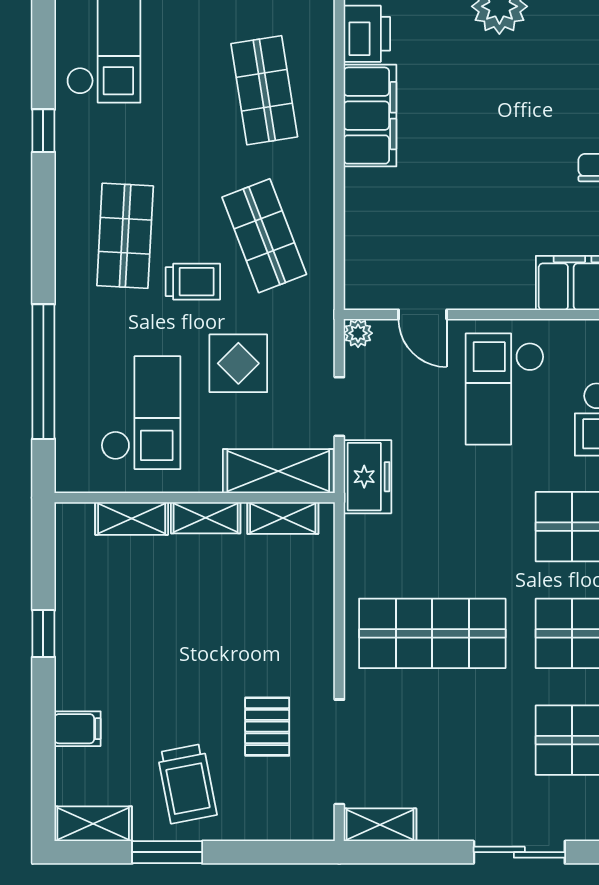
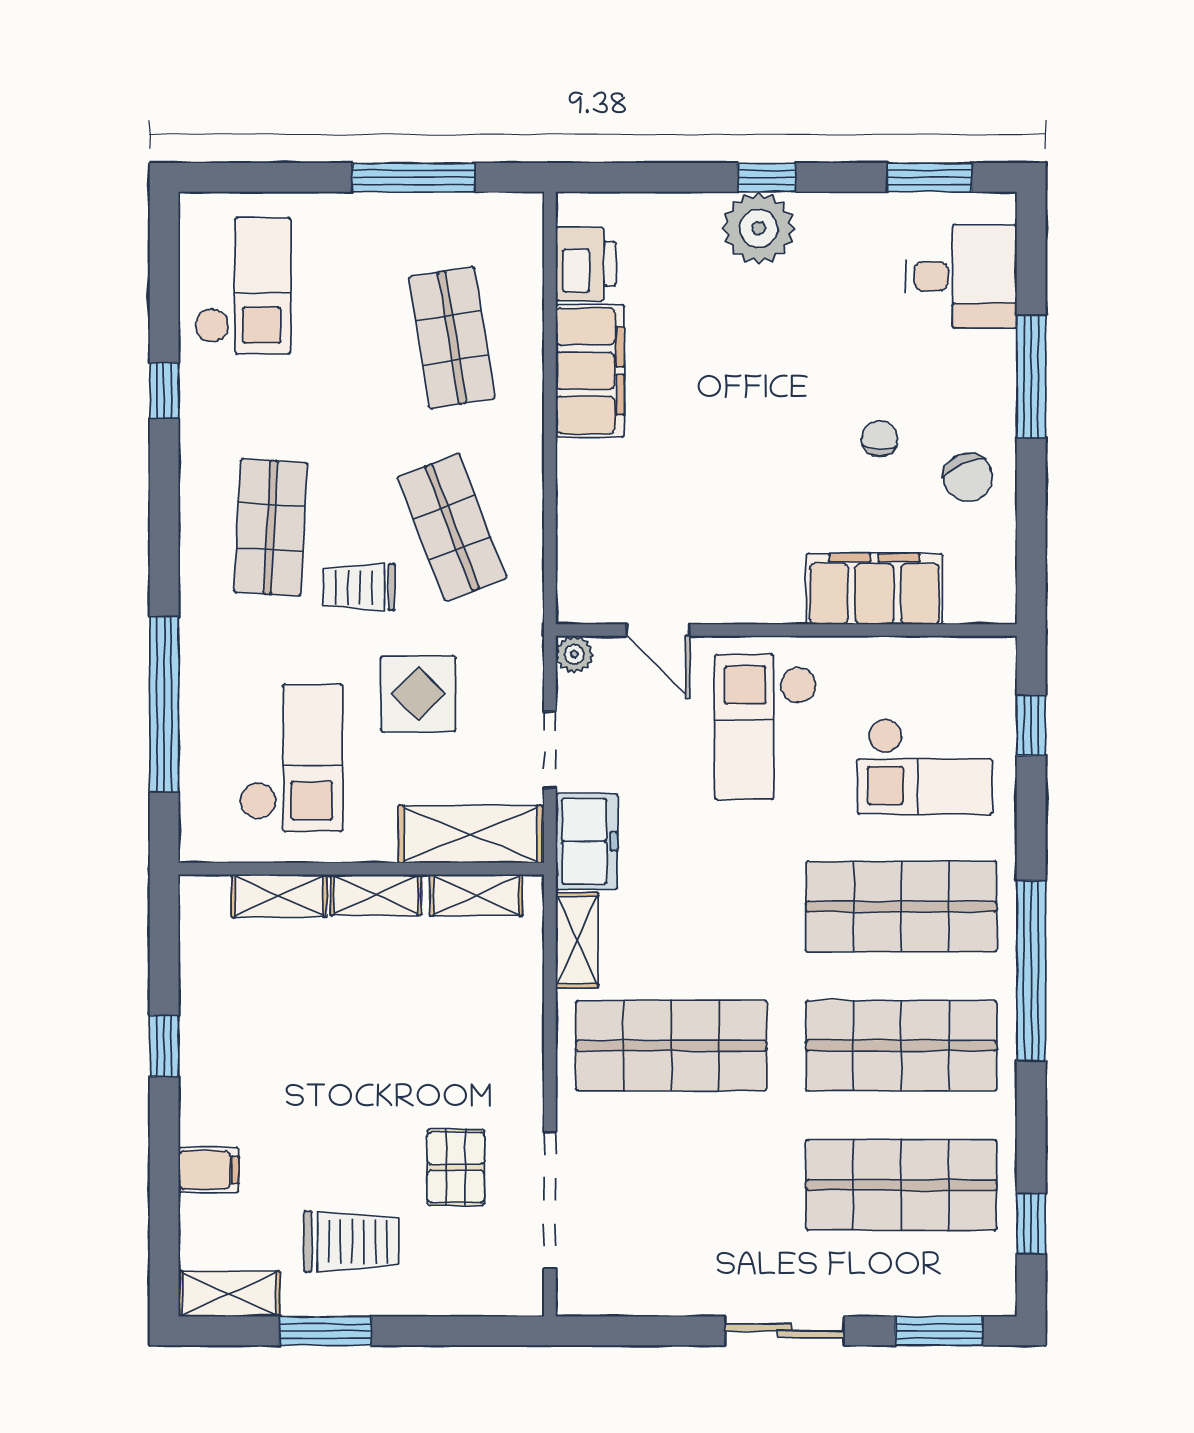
trolley: (193, 282) -> (359, 587), turned 180
trolley: (187, 784) -> (351, 1242), turned -79
shelving: (380, 825) -> (577, 940), moved, turned 90

